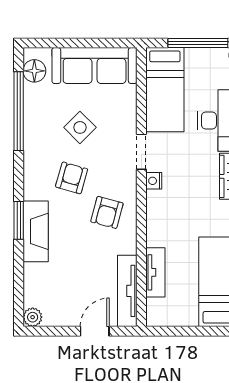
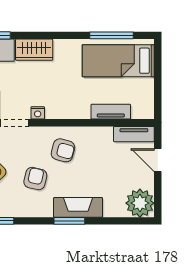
armchair: (72, 178) -> (35, 179), turned 87
tv unit: (127, 291) -> (134, 134), width x0.71
plant: (33, 317) -> (140, 203), width x1.88, depth x1.88

